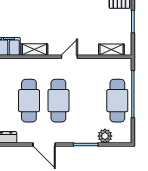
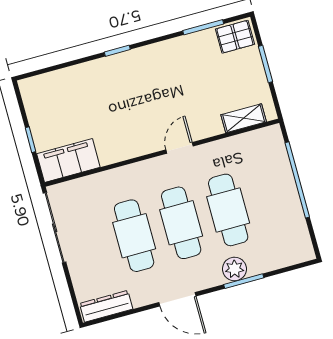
shelving: (34, 49) -> (120, 152), removed
cafe table: (117, 101) -> (228, 210), moved
plant: (105, 136) -> (234, 269), moved

